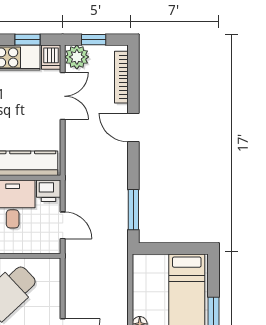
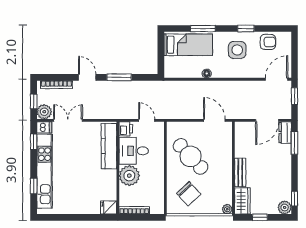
door: (133, 128) -> (87, 77), swing flipped
window: (133, 210) -> (119, 77), moved
door: (63, 225) -> (147, 120), hinge flipped

